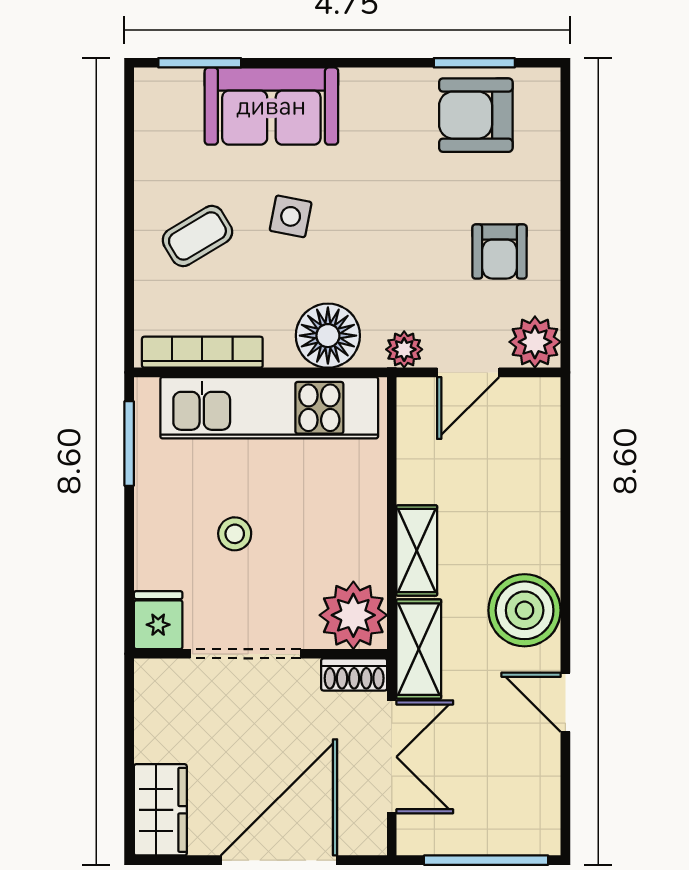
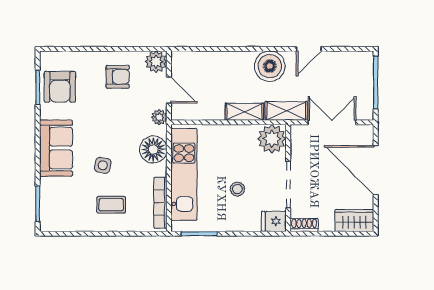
sofa: (271, 106) -> (56, 148), moved
coffee table: (197, 236) -> (111, 205), turned -59
shoe rack: (354, 674) -> (304, 225), moved, turned -90

